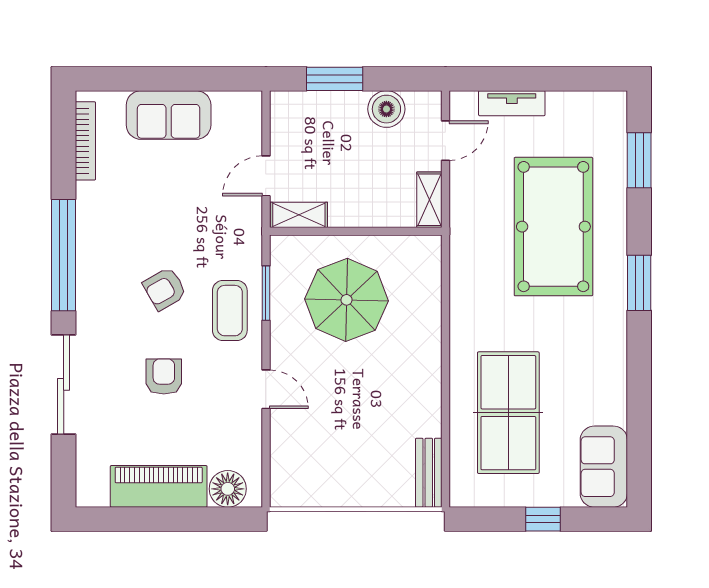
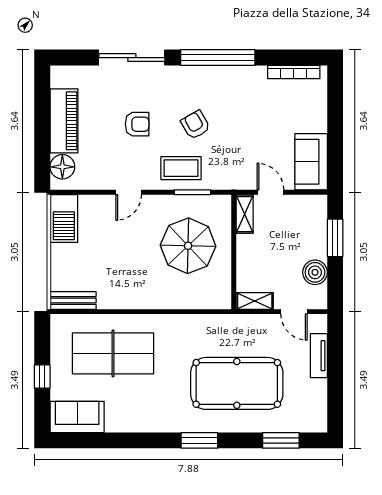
sofa: (169, 115) -> (311, 162), moved
barbecue: (305, 487) -> (64, 218), added

